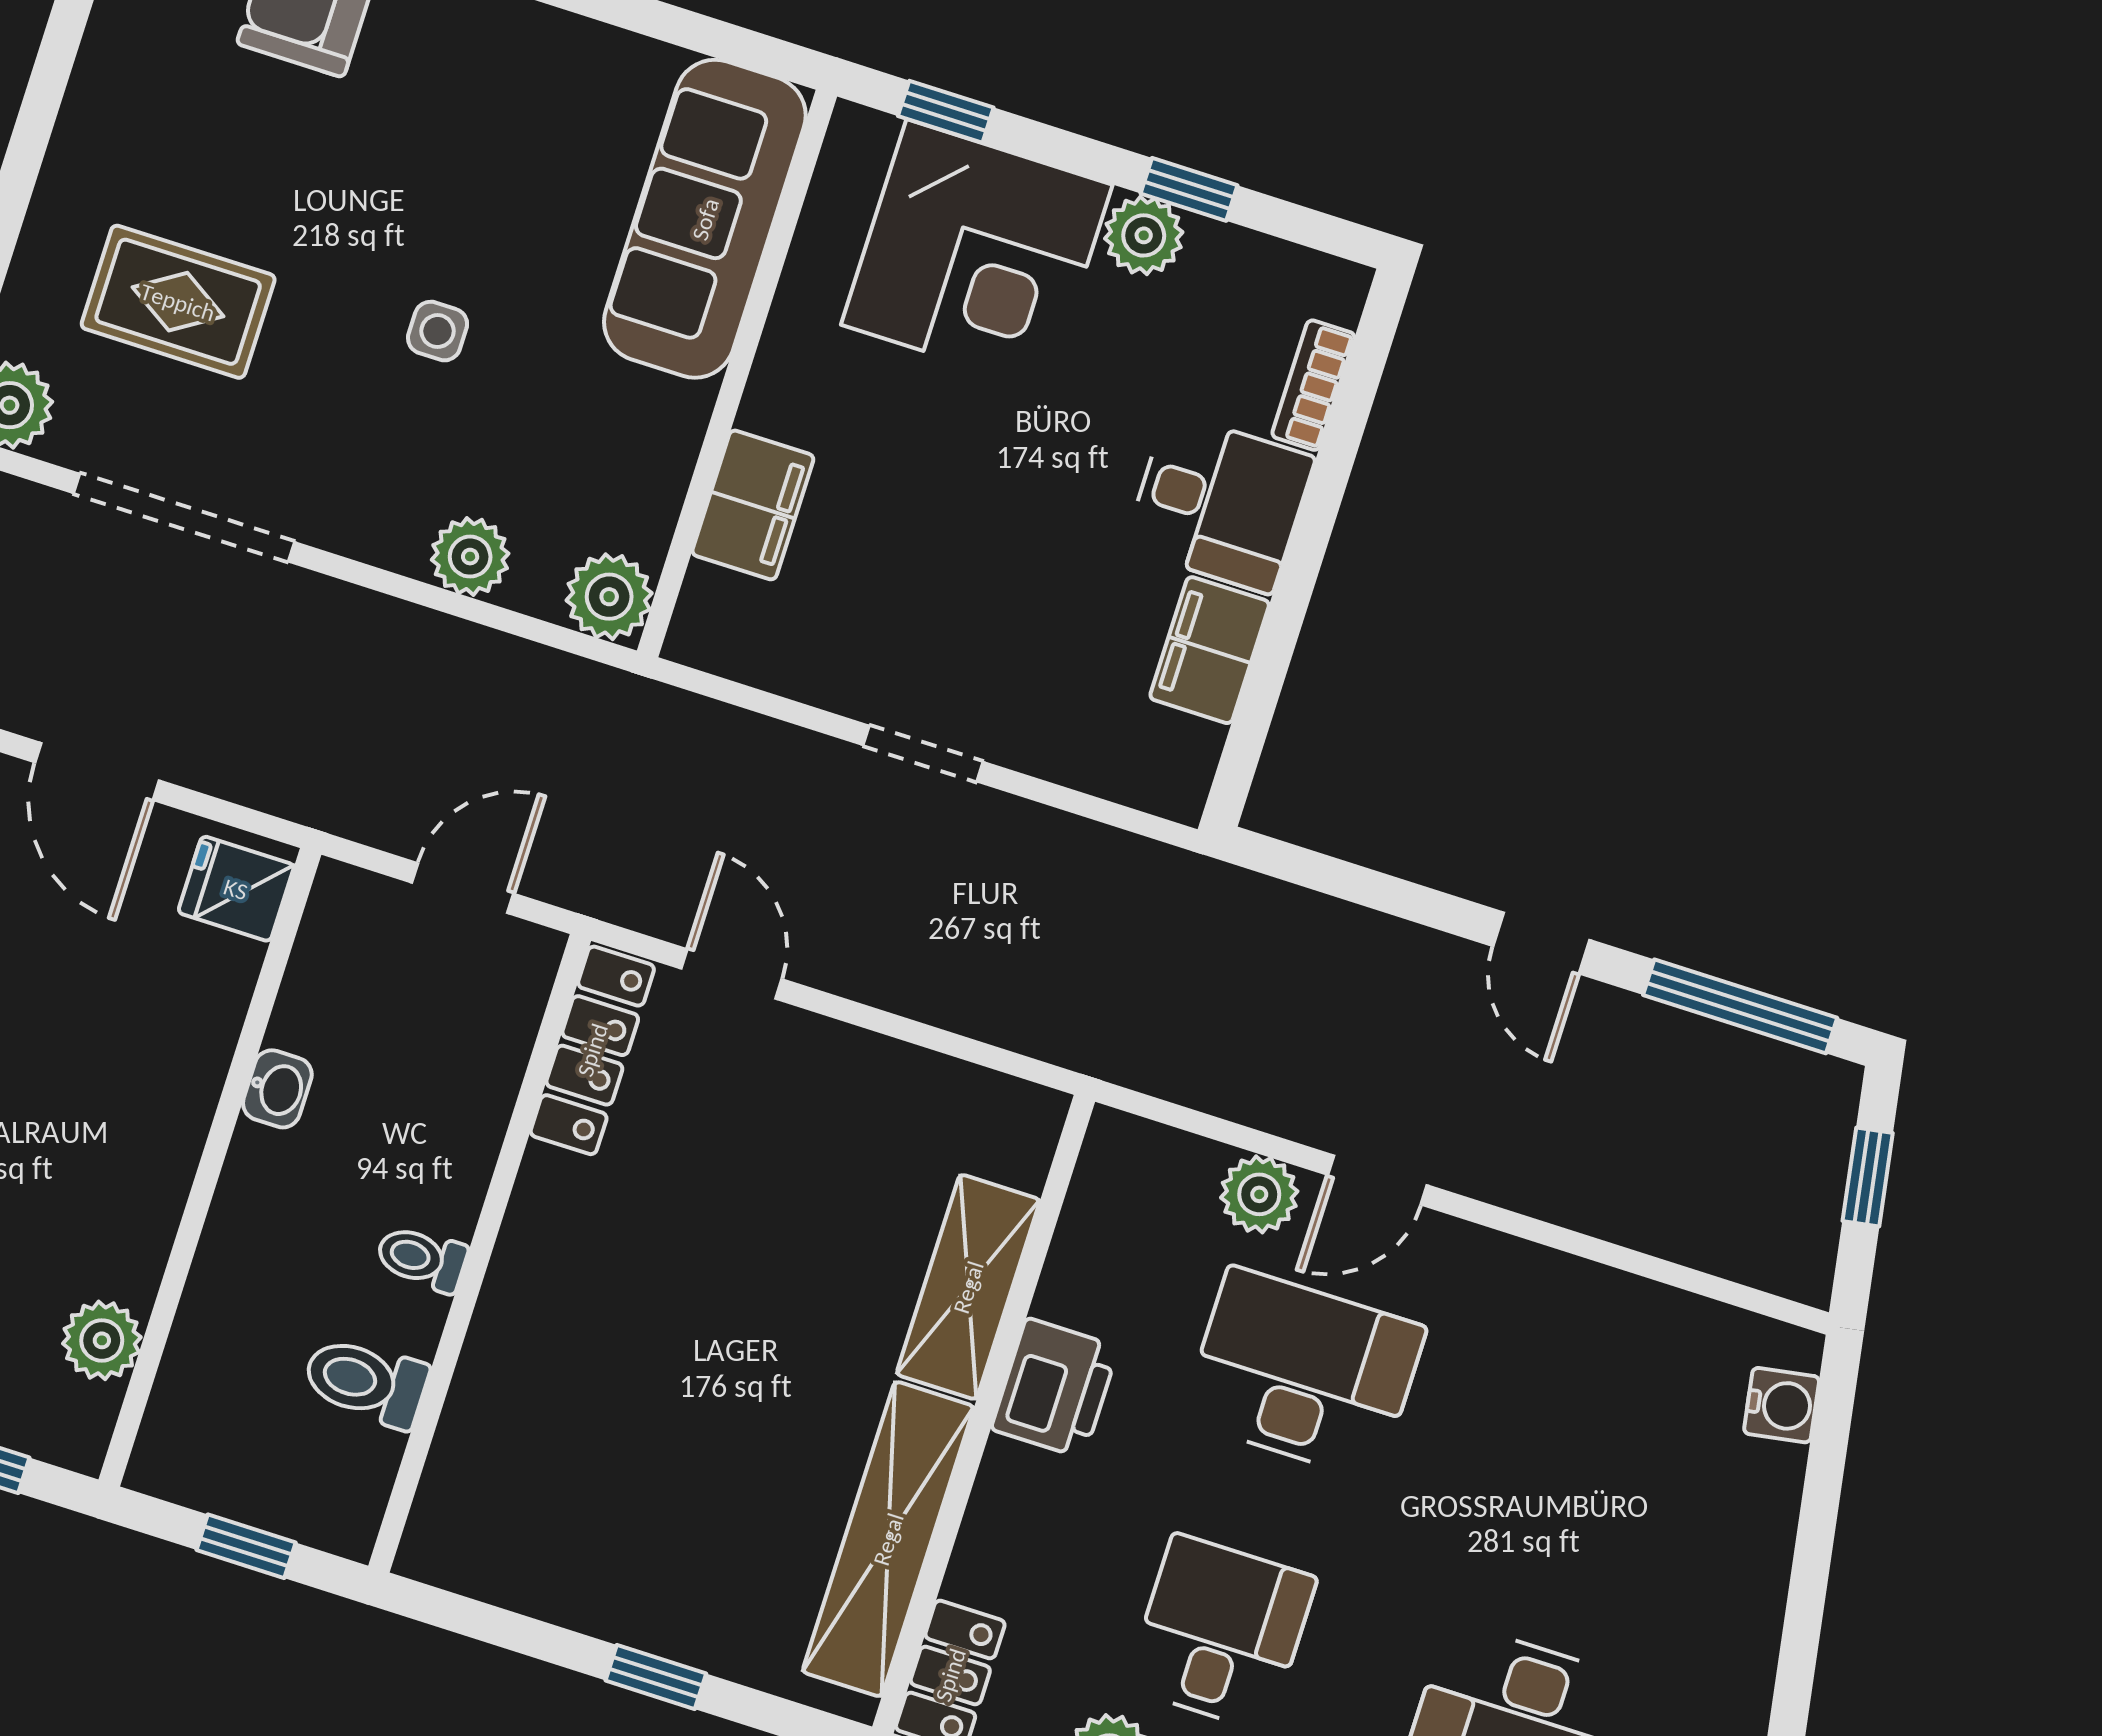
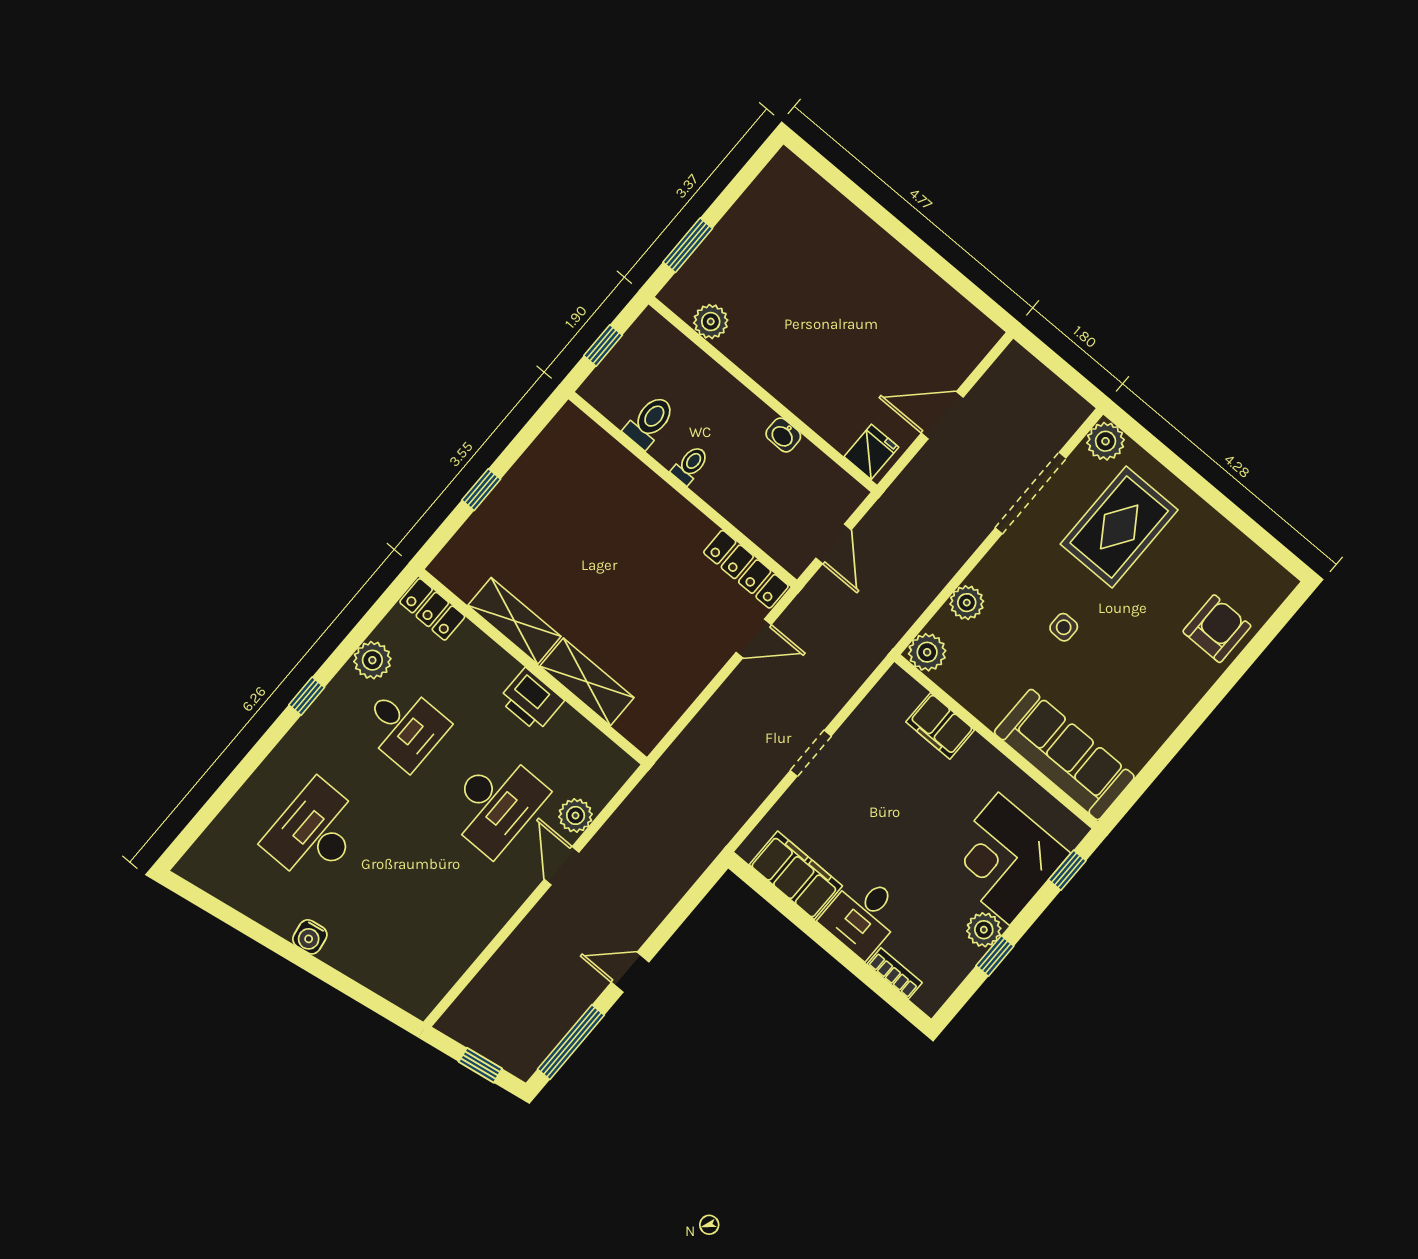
rug: (178, 302) -> (1119, 527), width x1.36, depth x1.43
filing cabinet: (1210, 650) -> (796, 875), width x1.50, depth x1.17
water cooler: (1782, 1405) -> (310, 937), moved
shelving: (888, 1539) -> (514, 621), width x0.68

